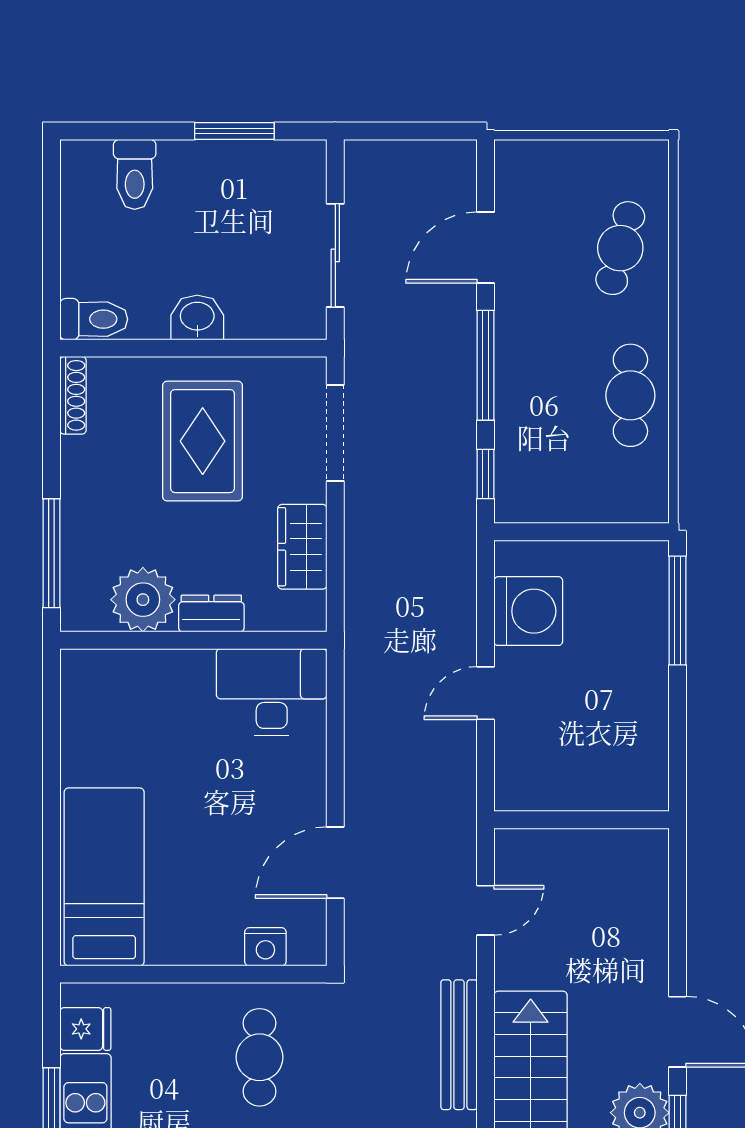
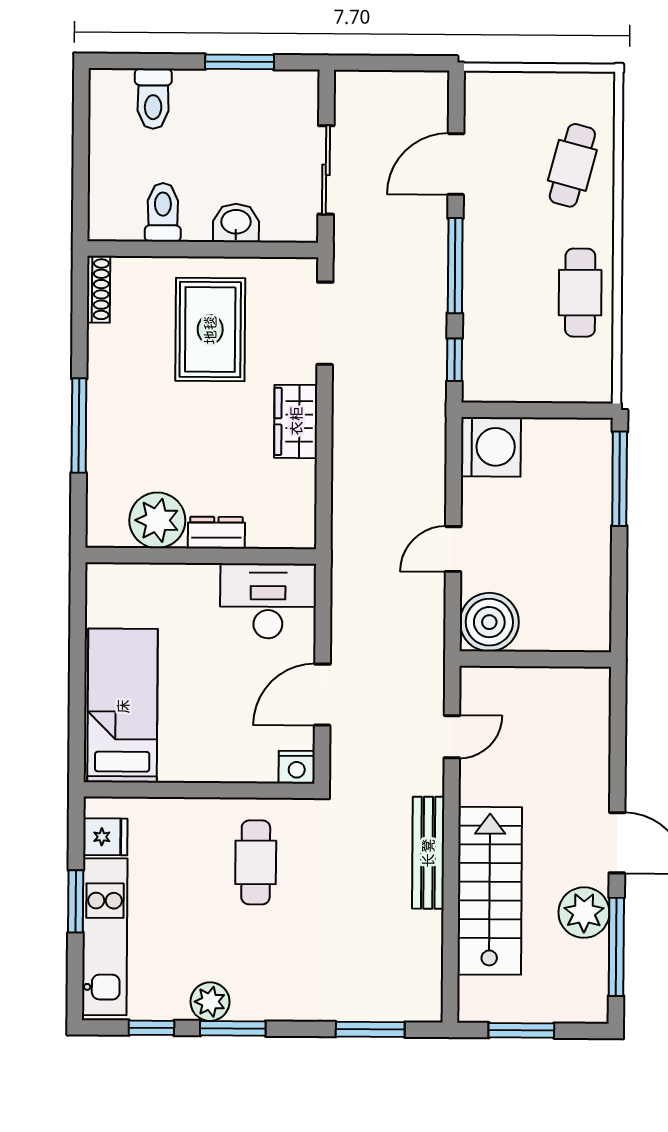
washbasin: (197, 317) -> (236, 223), moved
toilet: (94, 319) -> (163, 212), moved, turned -90
plant: (143, 600) -> (157, 520), moved
washing machine: (528, 611) -> (491, 447), moved
dresser: (211, 613) -> (216, 533), moved
wall: (193, 640) -> (201, 556), moved
desk: (272, 692) -> (268, 601), moved
boiler: (528, 777) -> (489, 622), added
nightstand: (265, 947) -> (297, 767), moved

